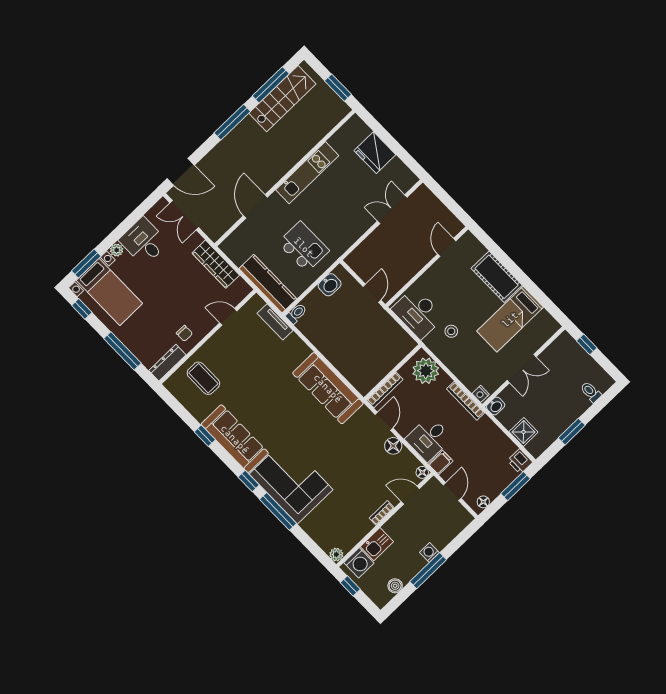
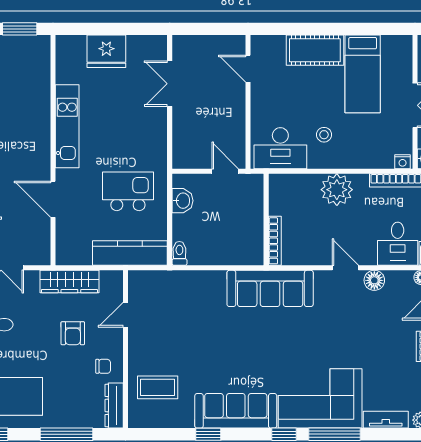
armchair: (187, 296) -> (73, 333), added
tv unit: (275, 322) -> (386, 420), moved, turned 180
wall: (393, 372) -> (266, 220), moved
bookcase: (385, 390) -> (275, 241), moved

